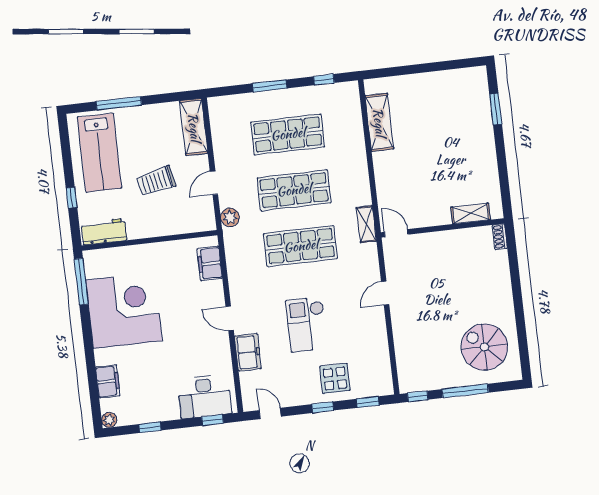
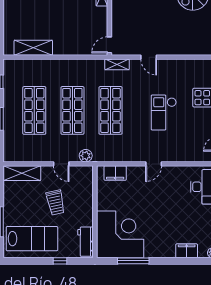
shelving: (366, 224) -> (117, 64), moved
window: (81, 282) -> (133, 261), moved
corner desk: (124, 310) -> (120, 234), moved, turned 90
checkout: (307, 324) -> (164, 112), turned 90
freezer: (248, 352) -> (178, 154), removed

